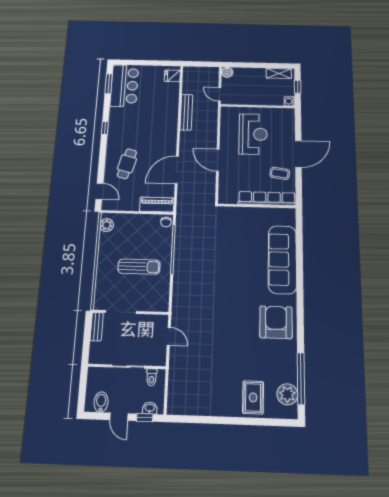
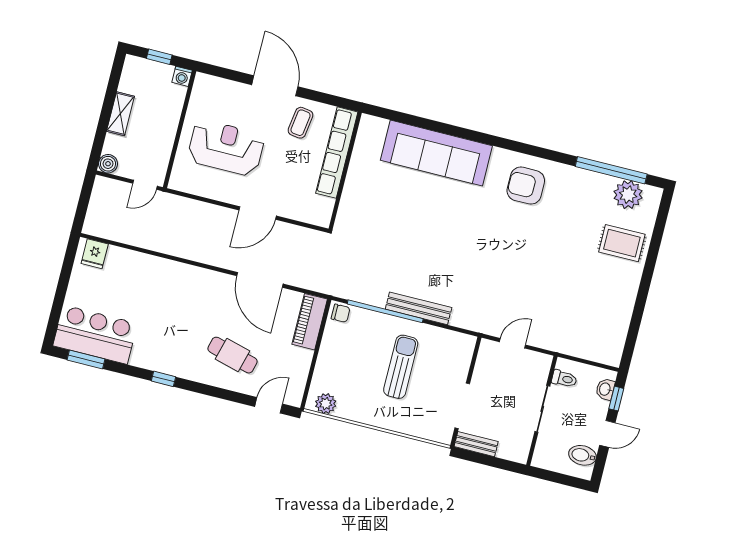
shelving: (279, 73) -> (120, 114), moved
bench: (186, 112) -> (419, 308), moved
armchair: (276, 322) -> (526, 186), width x0.73, depth x0.73

